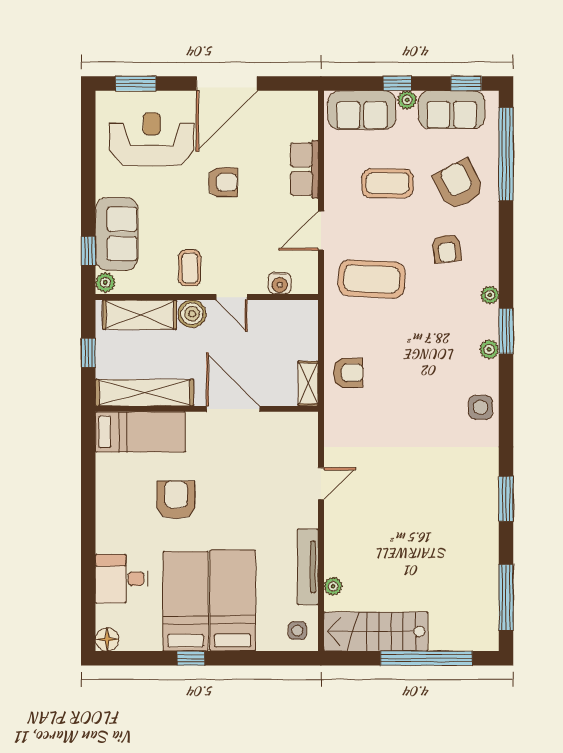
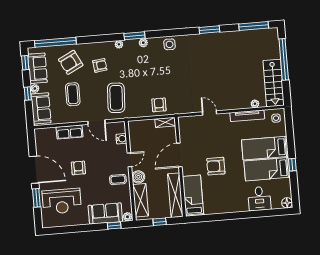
window: (136, 83) -> (36, 198), moved
reception desk: (152, 139) -> (62, 201), turned -90
armchair: (176, 500) -> (216, 166), moved

